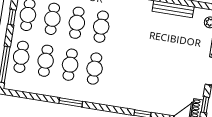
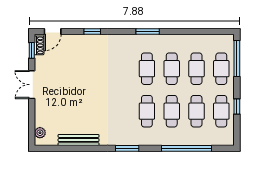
window: (71, 102) -> (148, 31), moved

